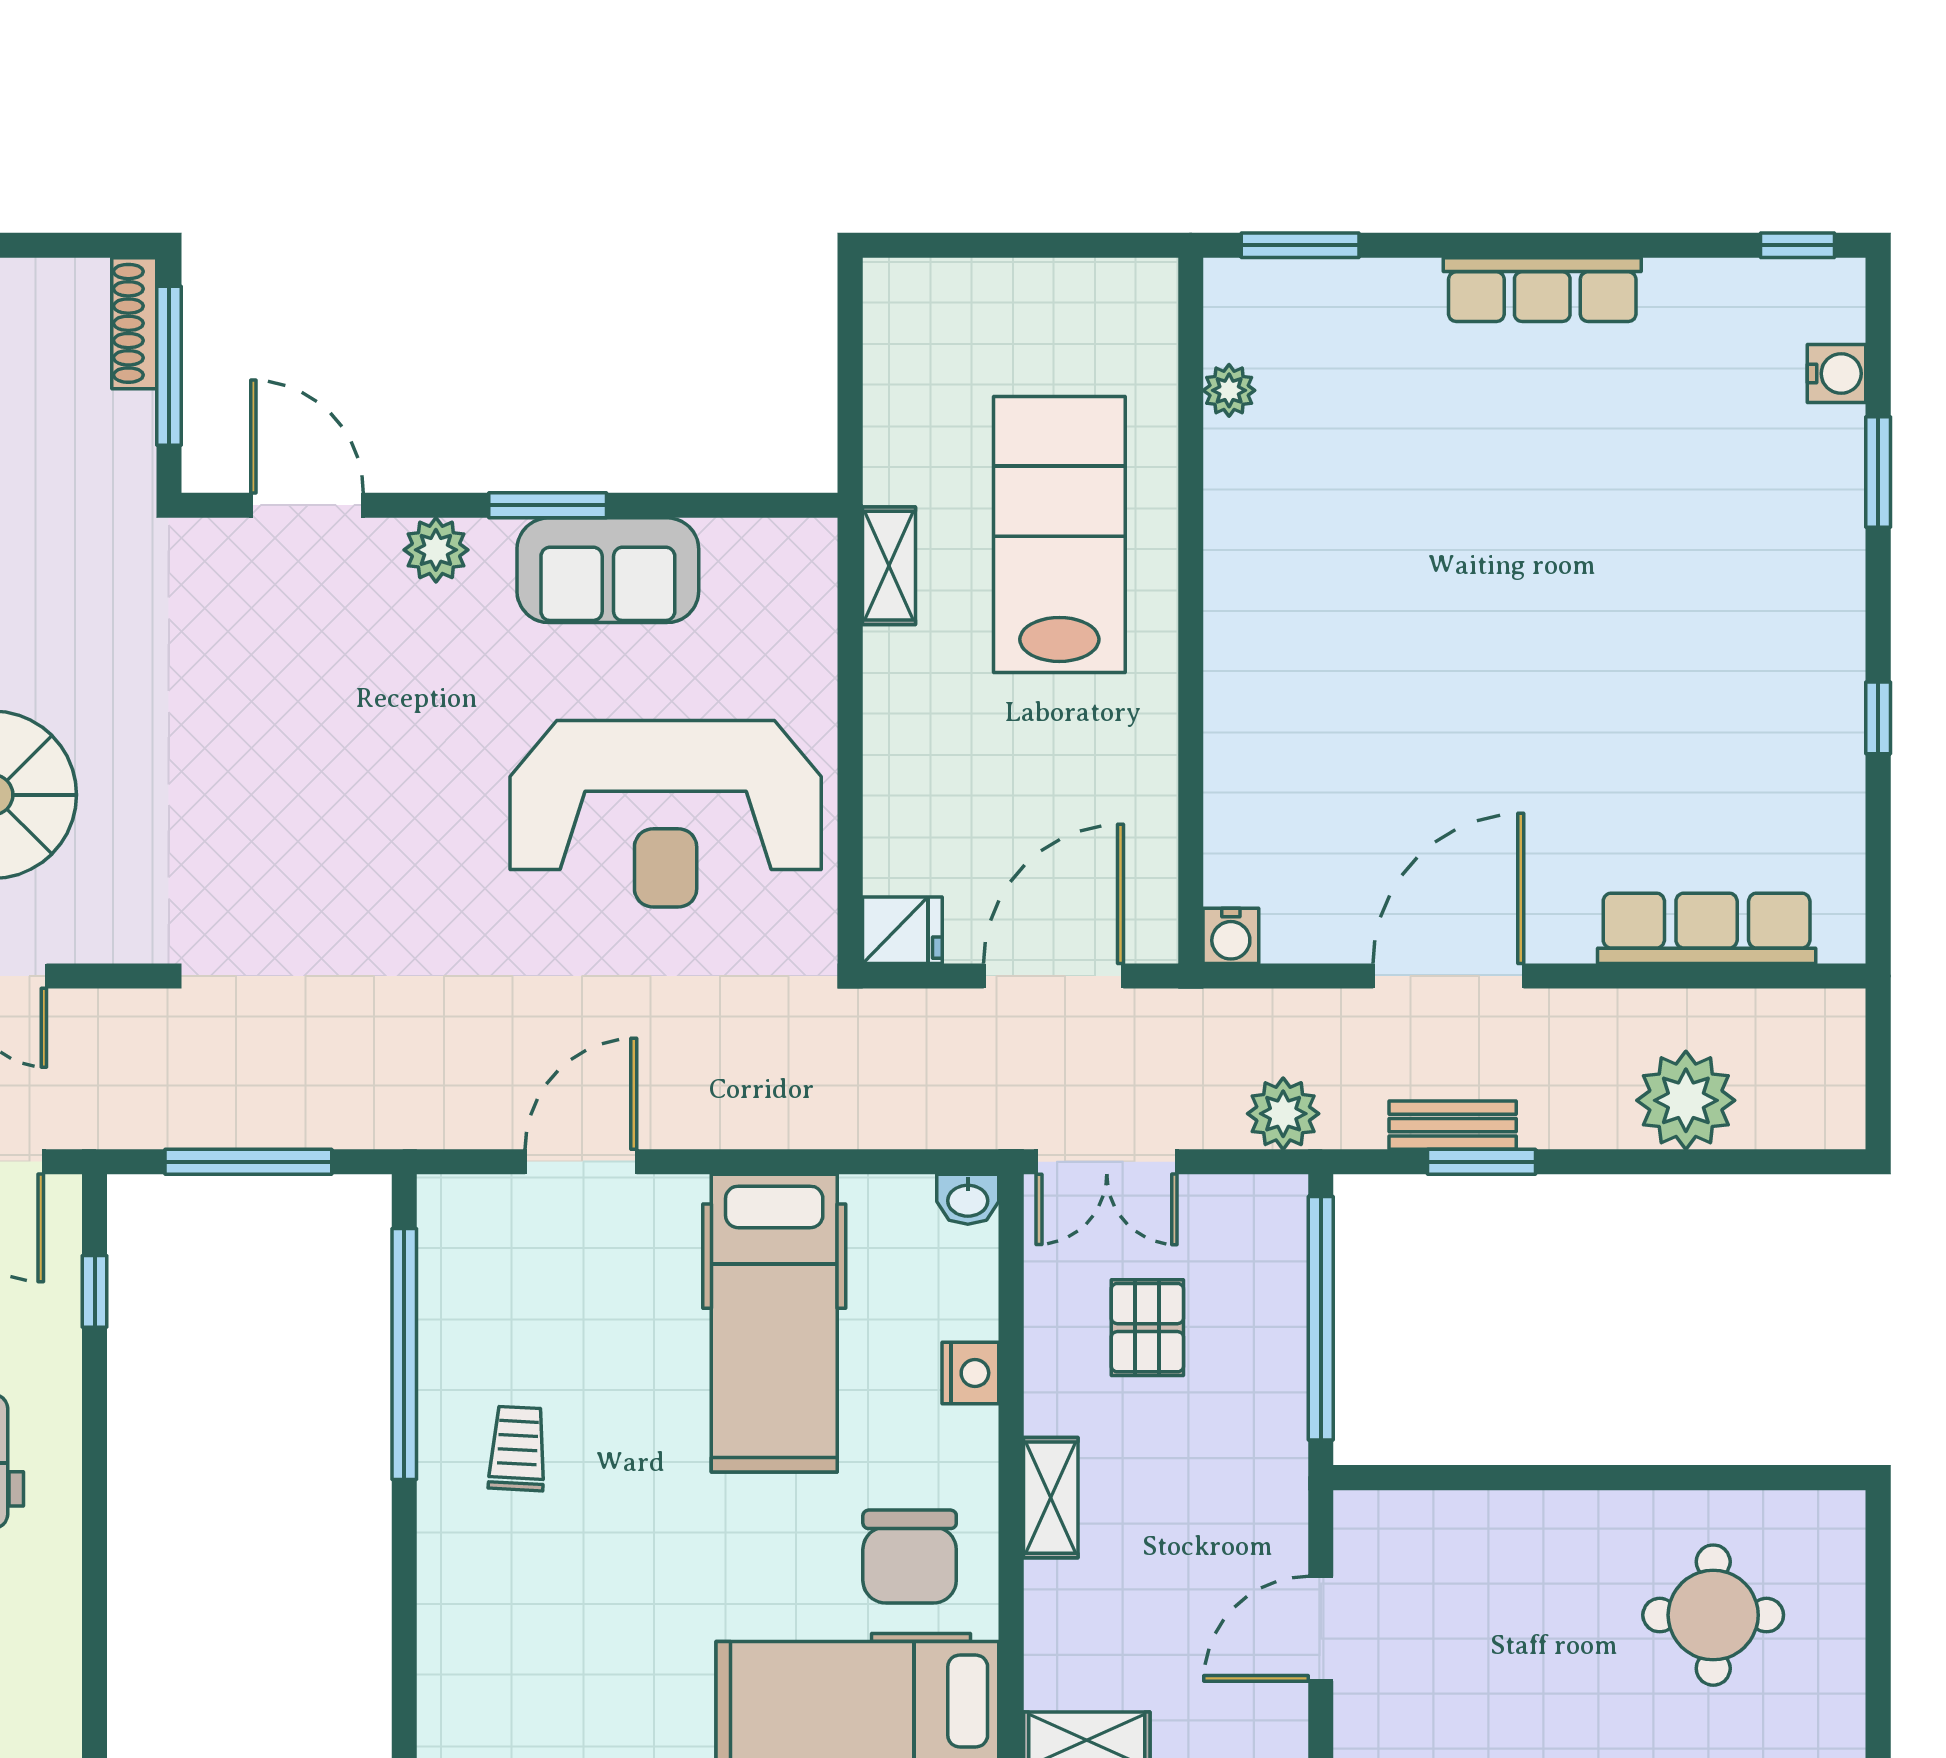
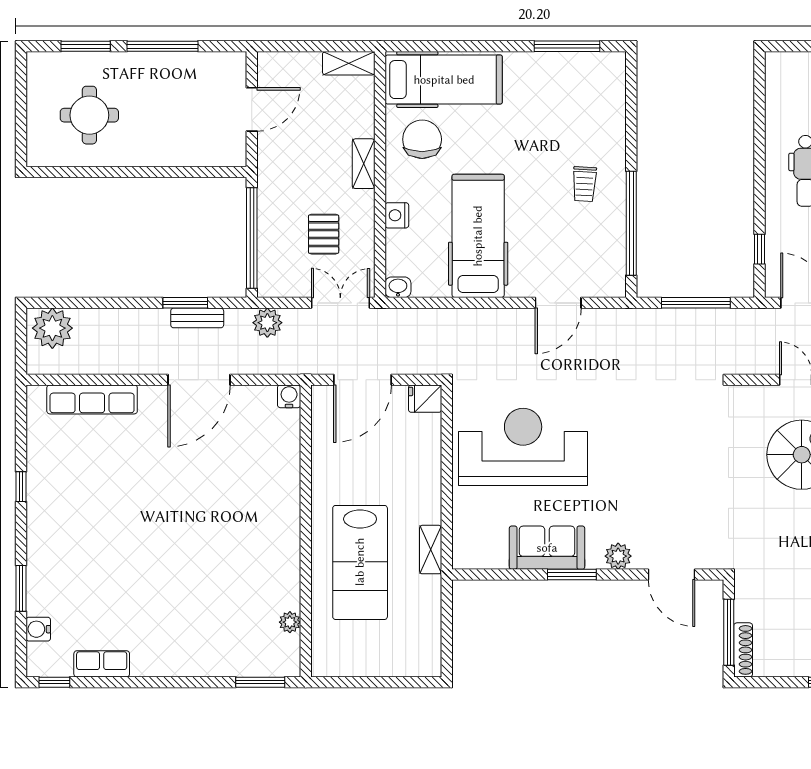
row of seats: (1542, 290) -> (102, 664), moved, width x0.68
plant: (1686, 1100) -> (52, 328), moved

